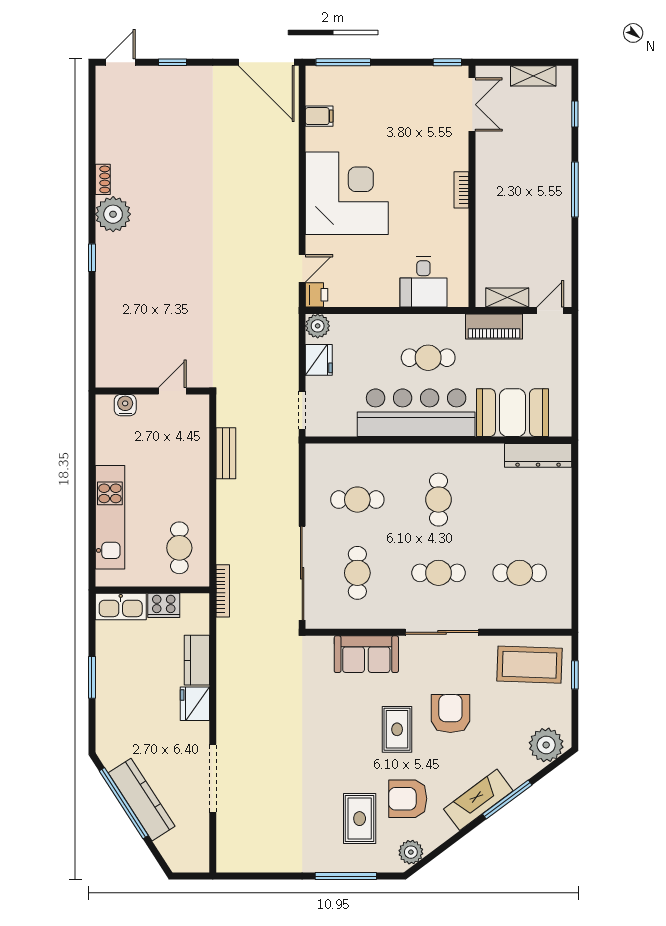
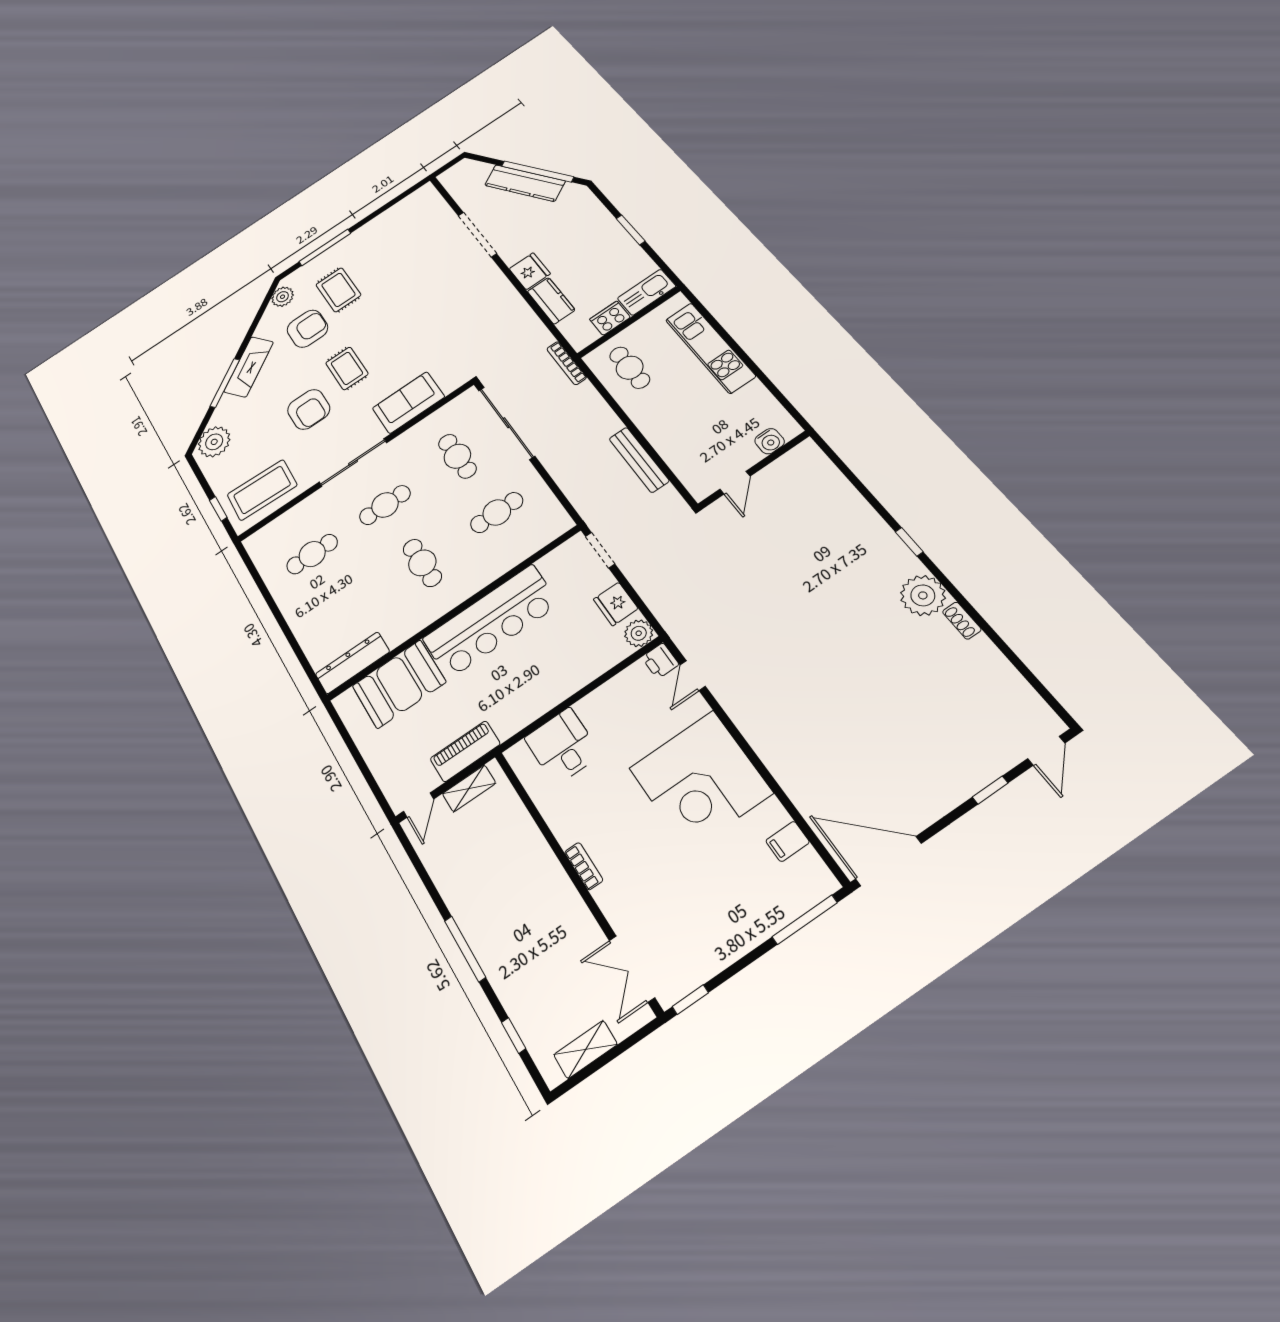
cafe table: (428, 358) -> (511, 678), removed
bench: (226, 453) -> (639, 460), width x1.36

